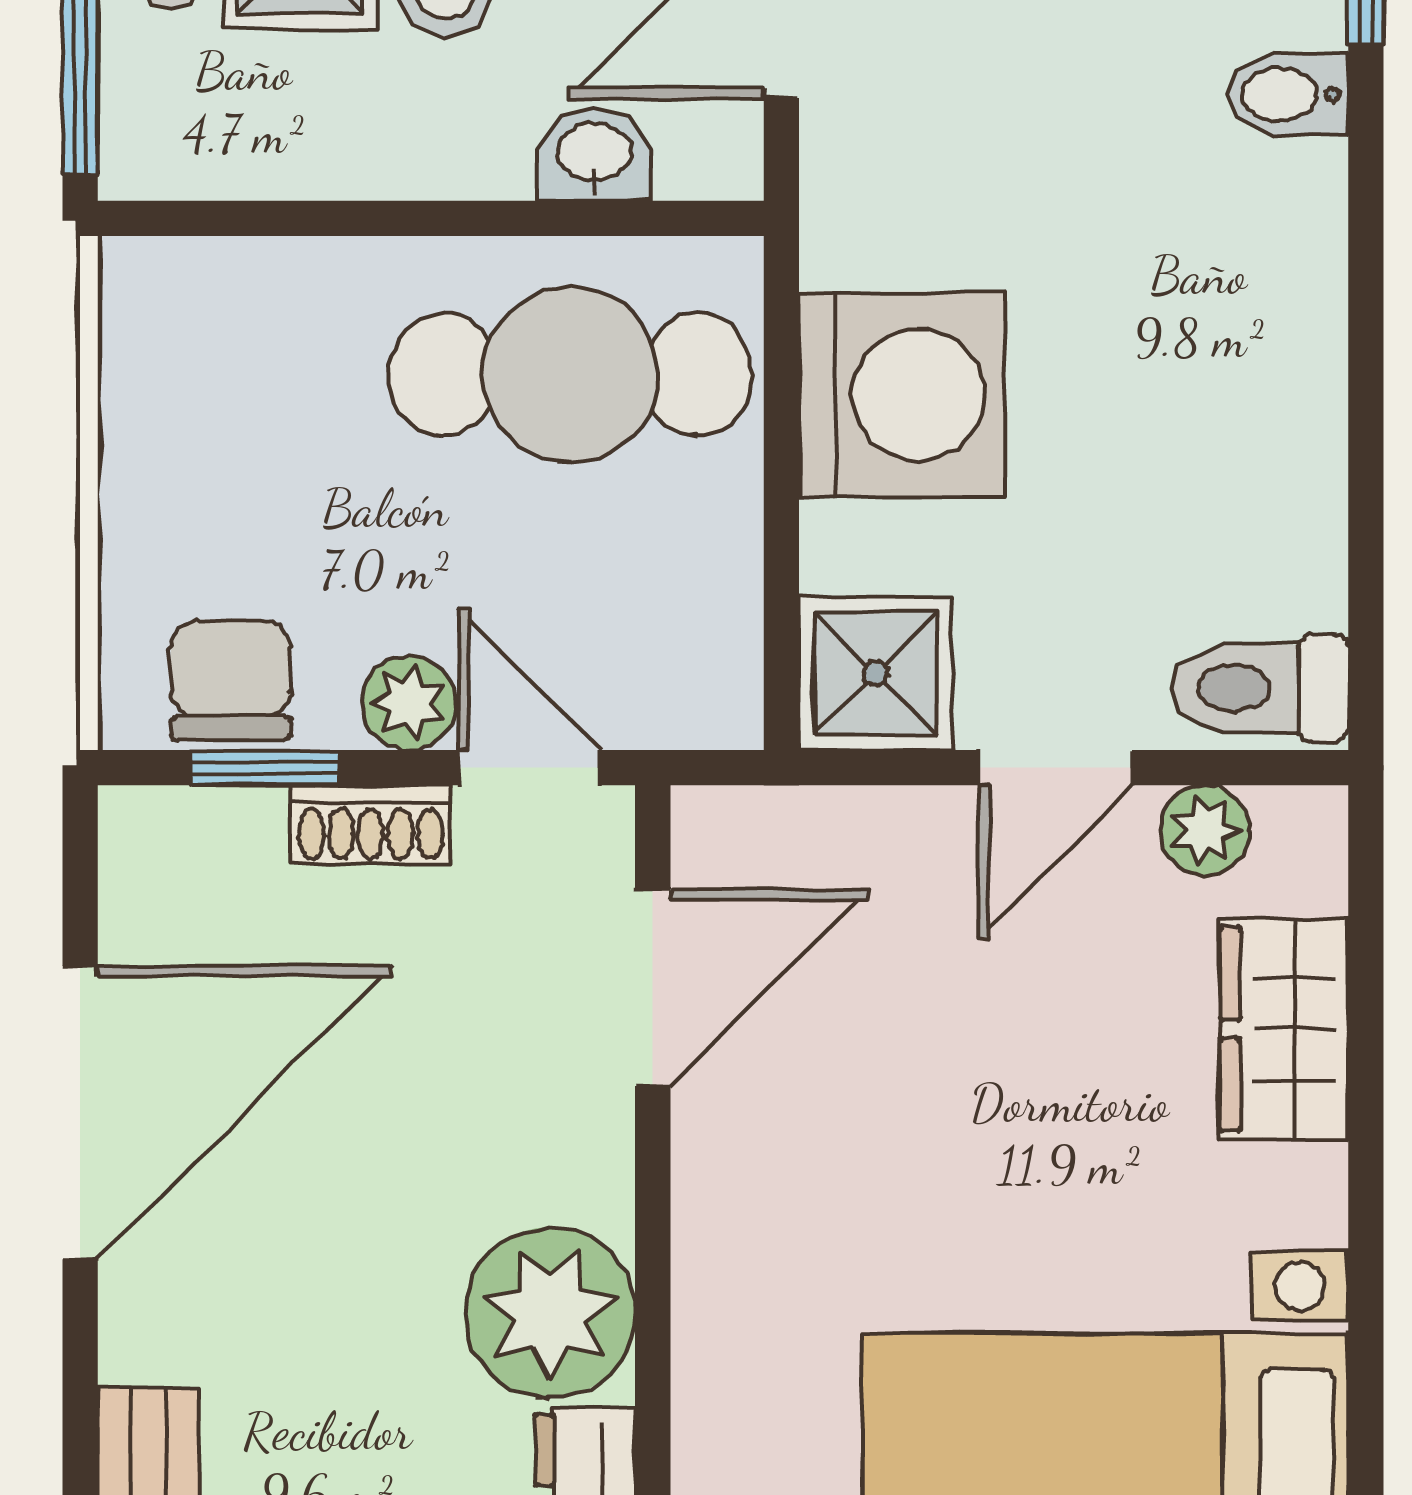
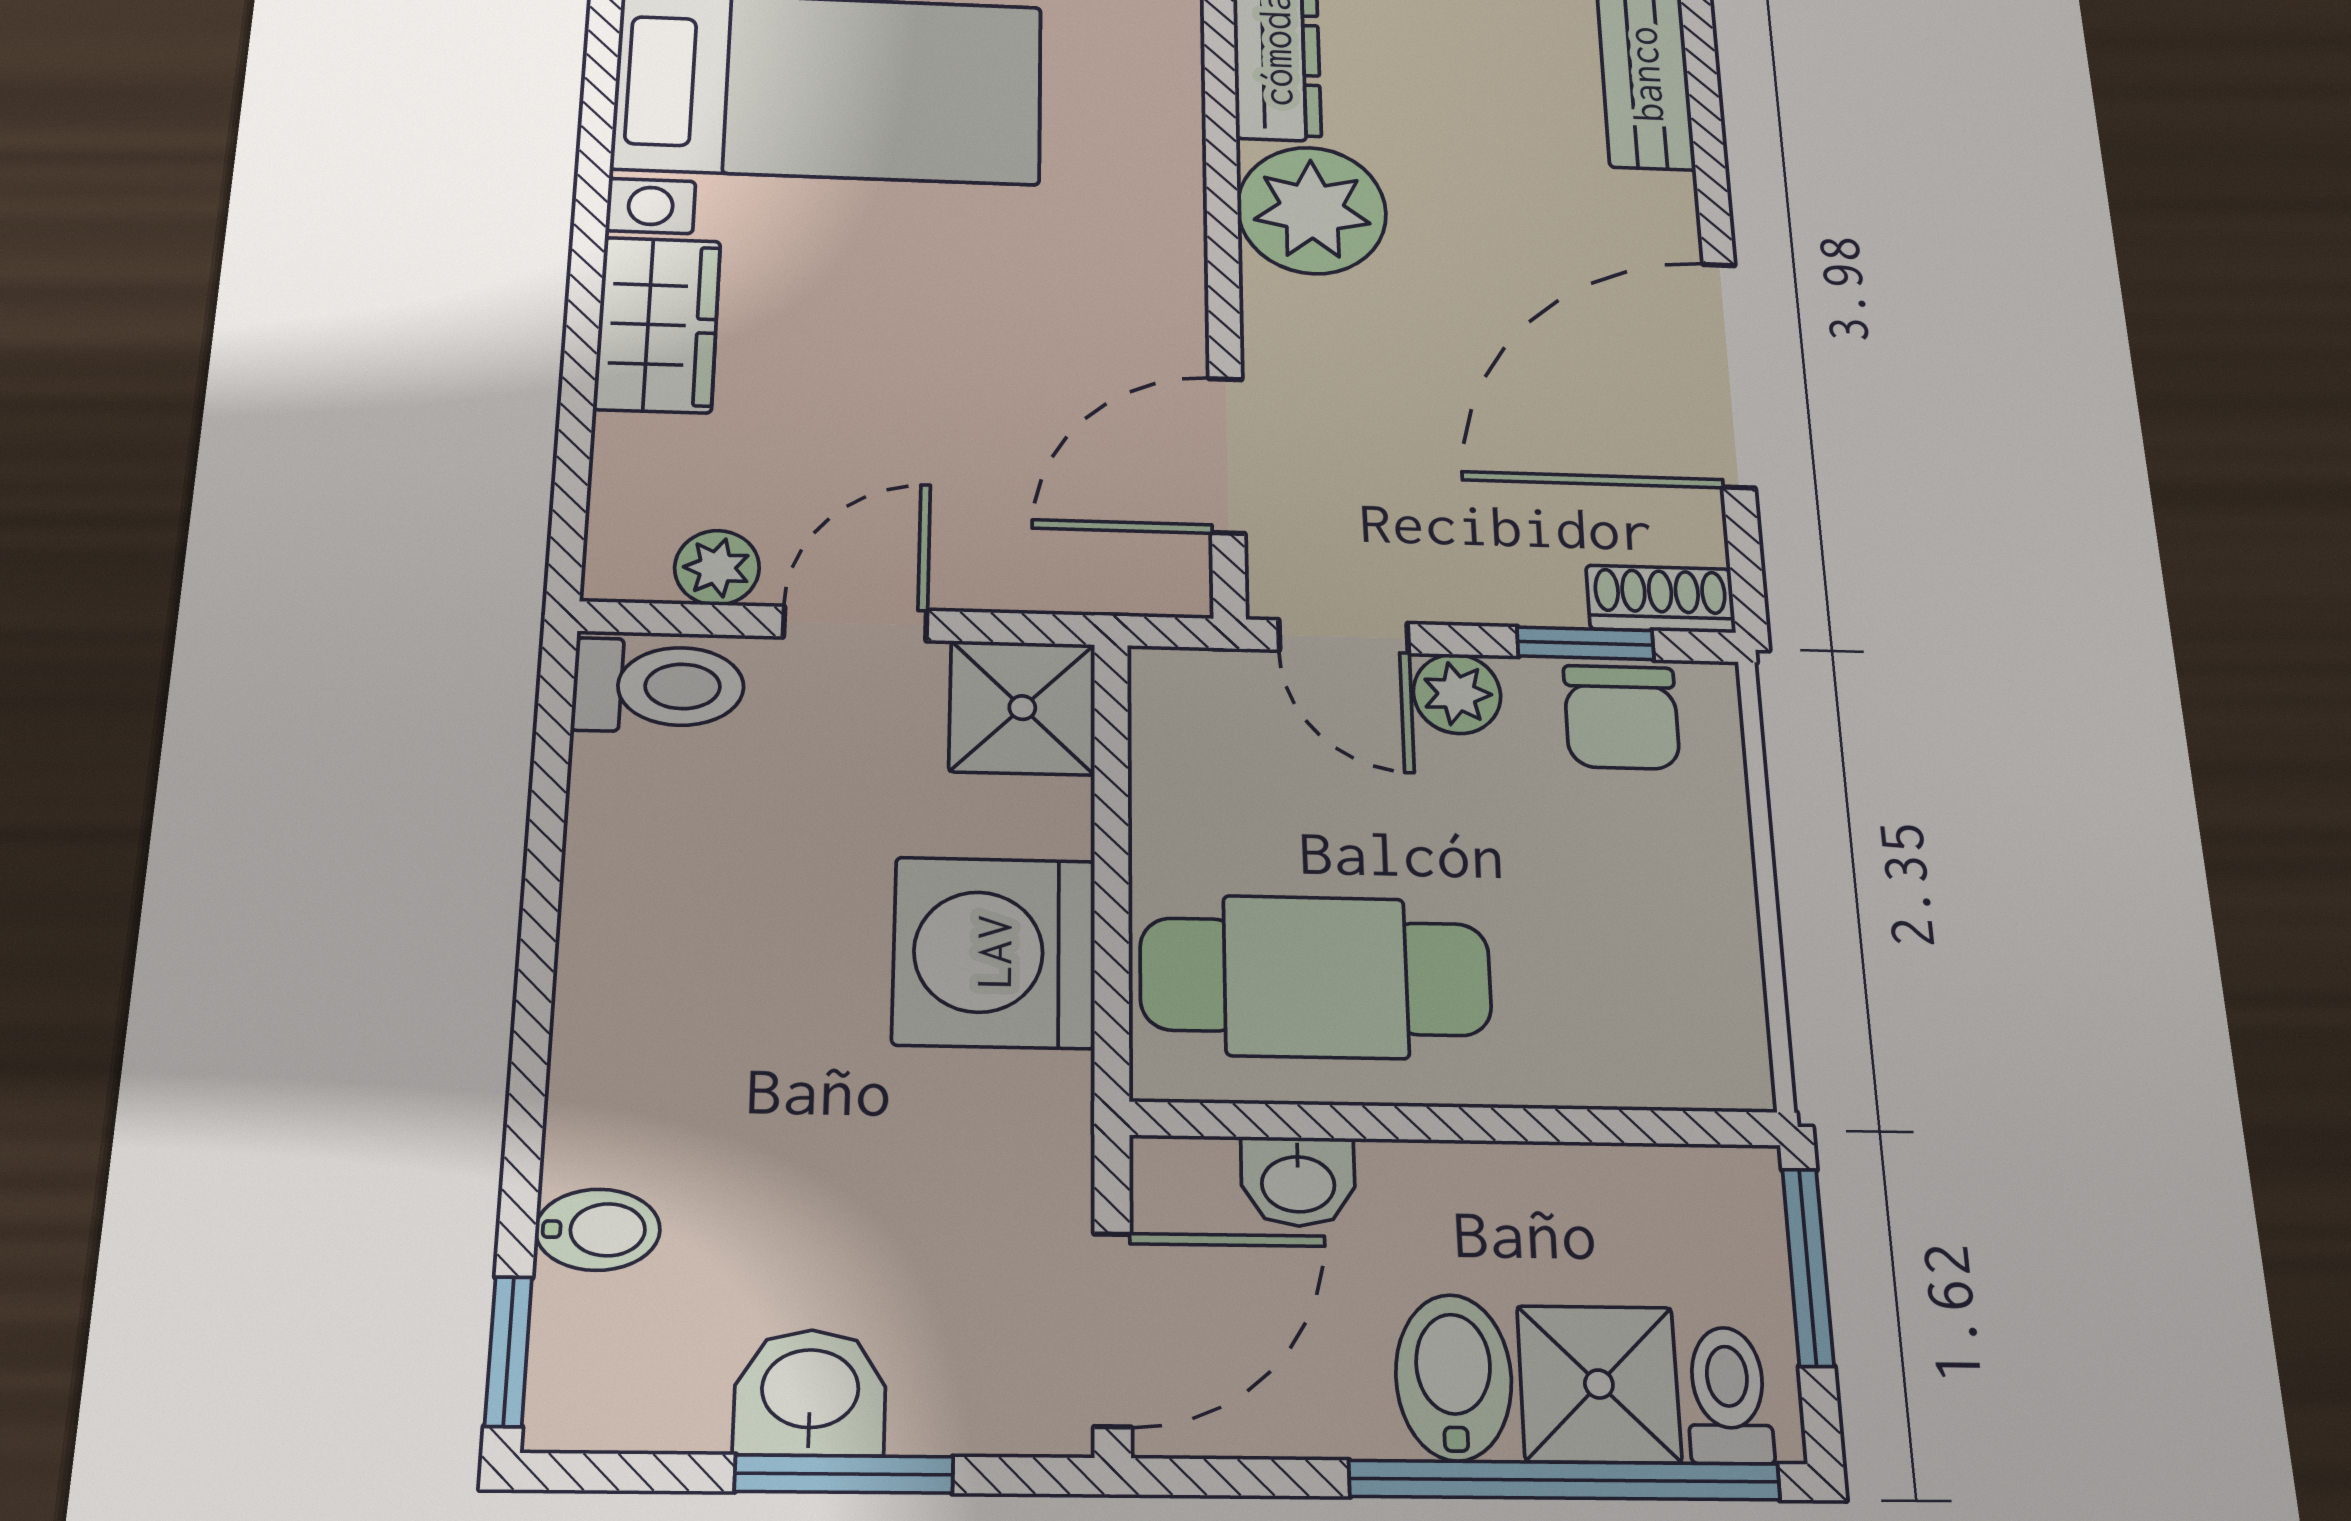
shoe rack: (371, 824) -> (1661, 599), moved
wardrobe: (1284, 1029) -> (657, 325), moved

